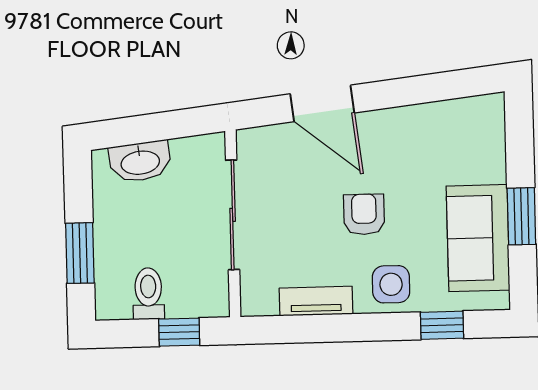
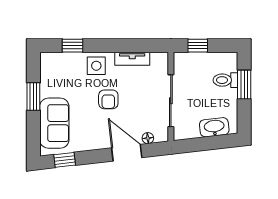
window: (452, 85) -> (65, 160), added
floor lamp: (279, 135) -> (148, 138), added
sofa: (478, 238) -> (54, 123), moved
toilet: (148, 294) -> (225, 80), moved, turned 90

